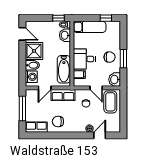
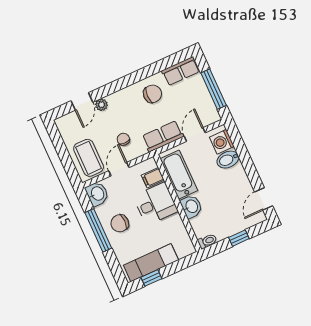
window: (59, 18) -> (239, 238), moved
exam couch: (90, 27) -> (151, 263), moved
door: (22, 34) -> (264, 199), hinge flipped
washbasin: (65, 35) -> (191, 206), moved
shower: (34, 51) -> (235, 182), removed
window: (123, 59) -> (98, 230), width x1.44
door: (96, 88) -> (119, 169), hinge flipped

